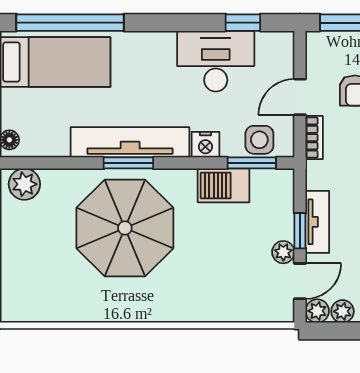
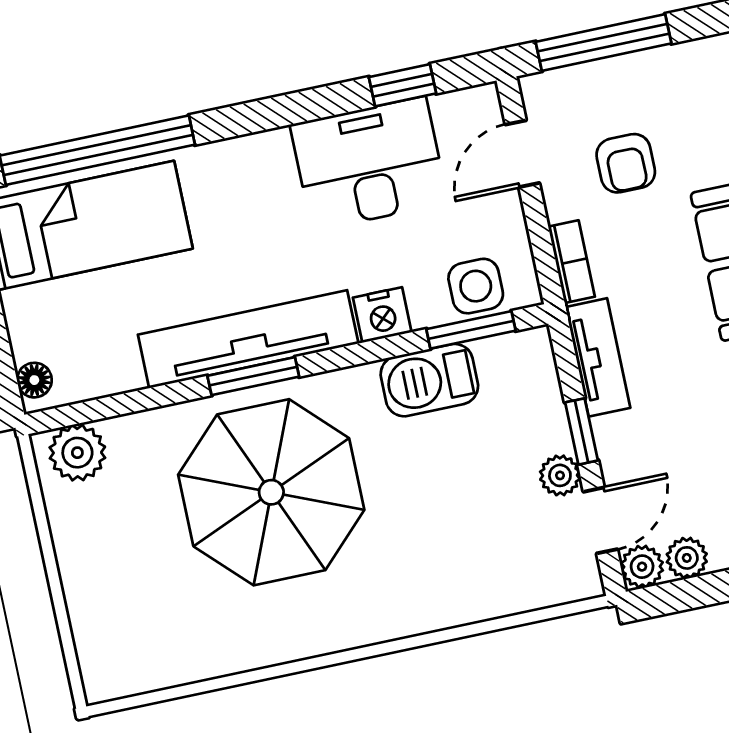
door: (300, 97) -> (522, 154), moved
tv unit: (317, 222) -> (598, 357), moved

